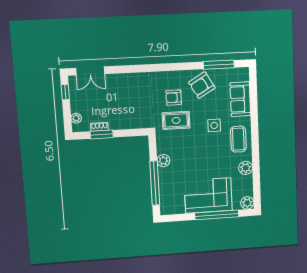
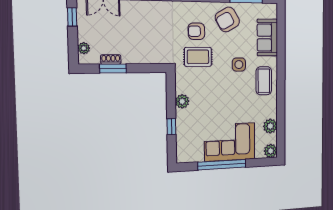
plant: (246, 168) -> (270, 126), moved
window: (155, 183) -> (171, 127), width x0.32
window: (217, 215) -> (222, 165), moved

